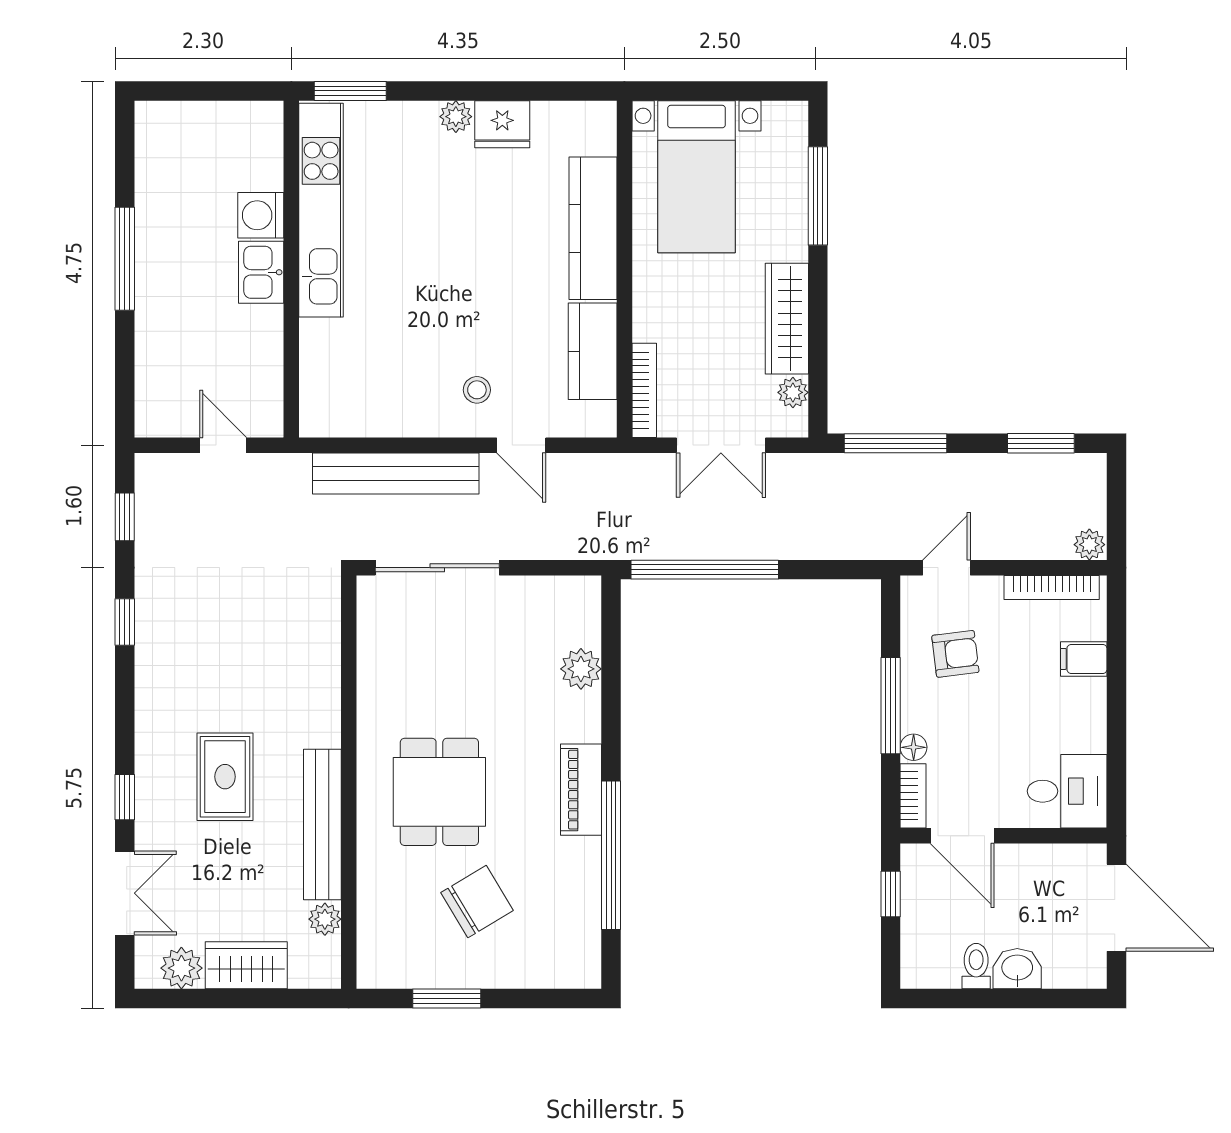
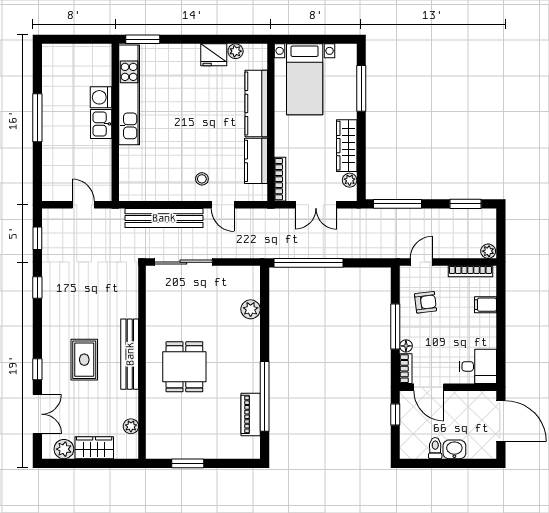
plant: (456, 117) -> (236, 51), moved
piano: (581, 790) -> (251, 414), moved
bench: (322, 825) -> (130, 354), moved
chair: (477, 902) -> (202, 418), removed

